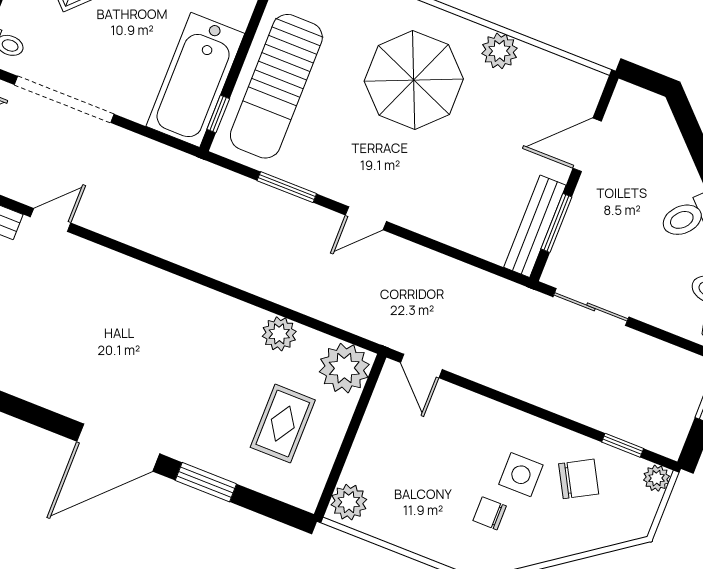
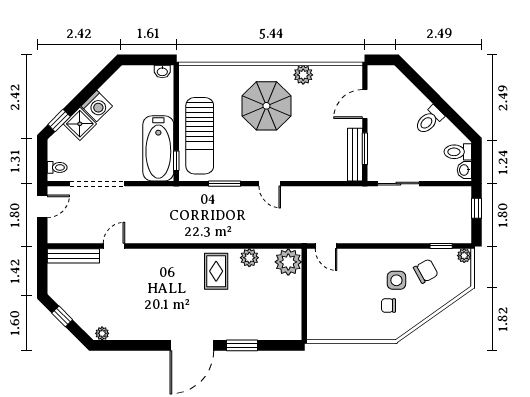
door: (366, 218) -> (270, 184), hinge flipped
rug: (283, 424) -> (216, 271), moved
plant: (349, 502) -> (317, 327), removed

